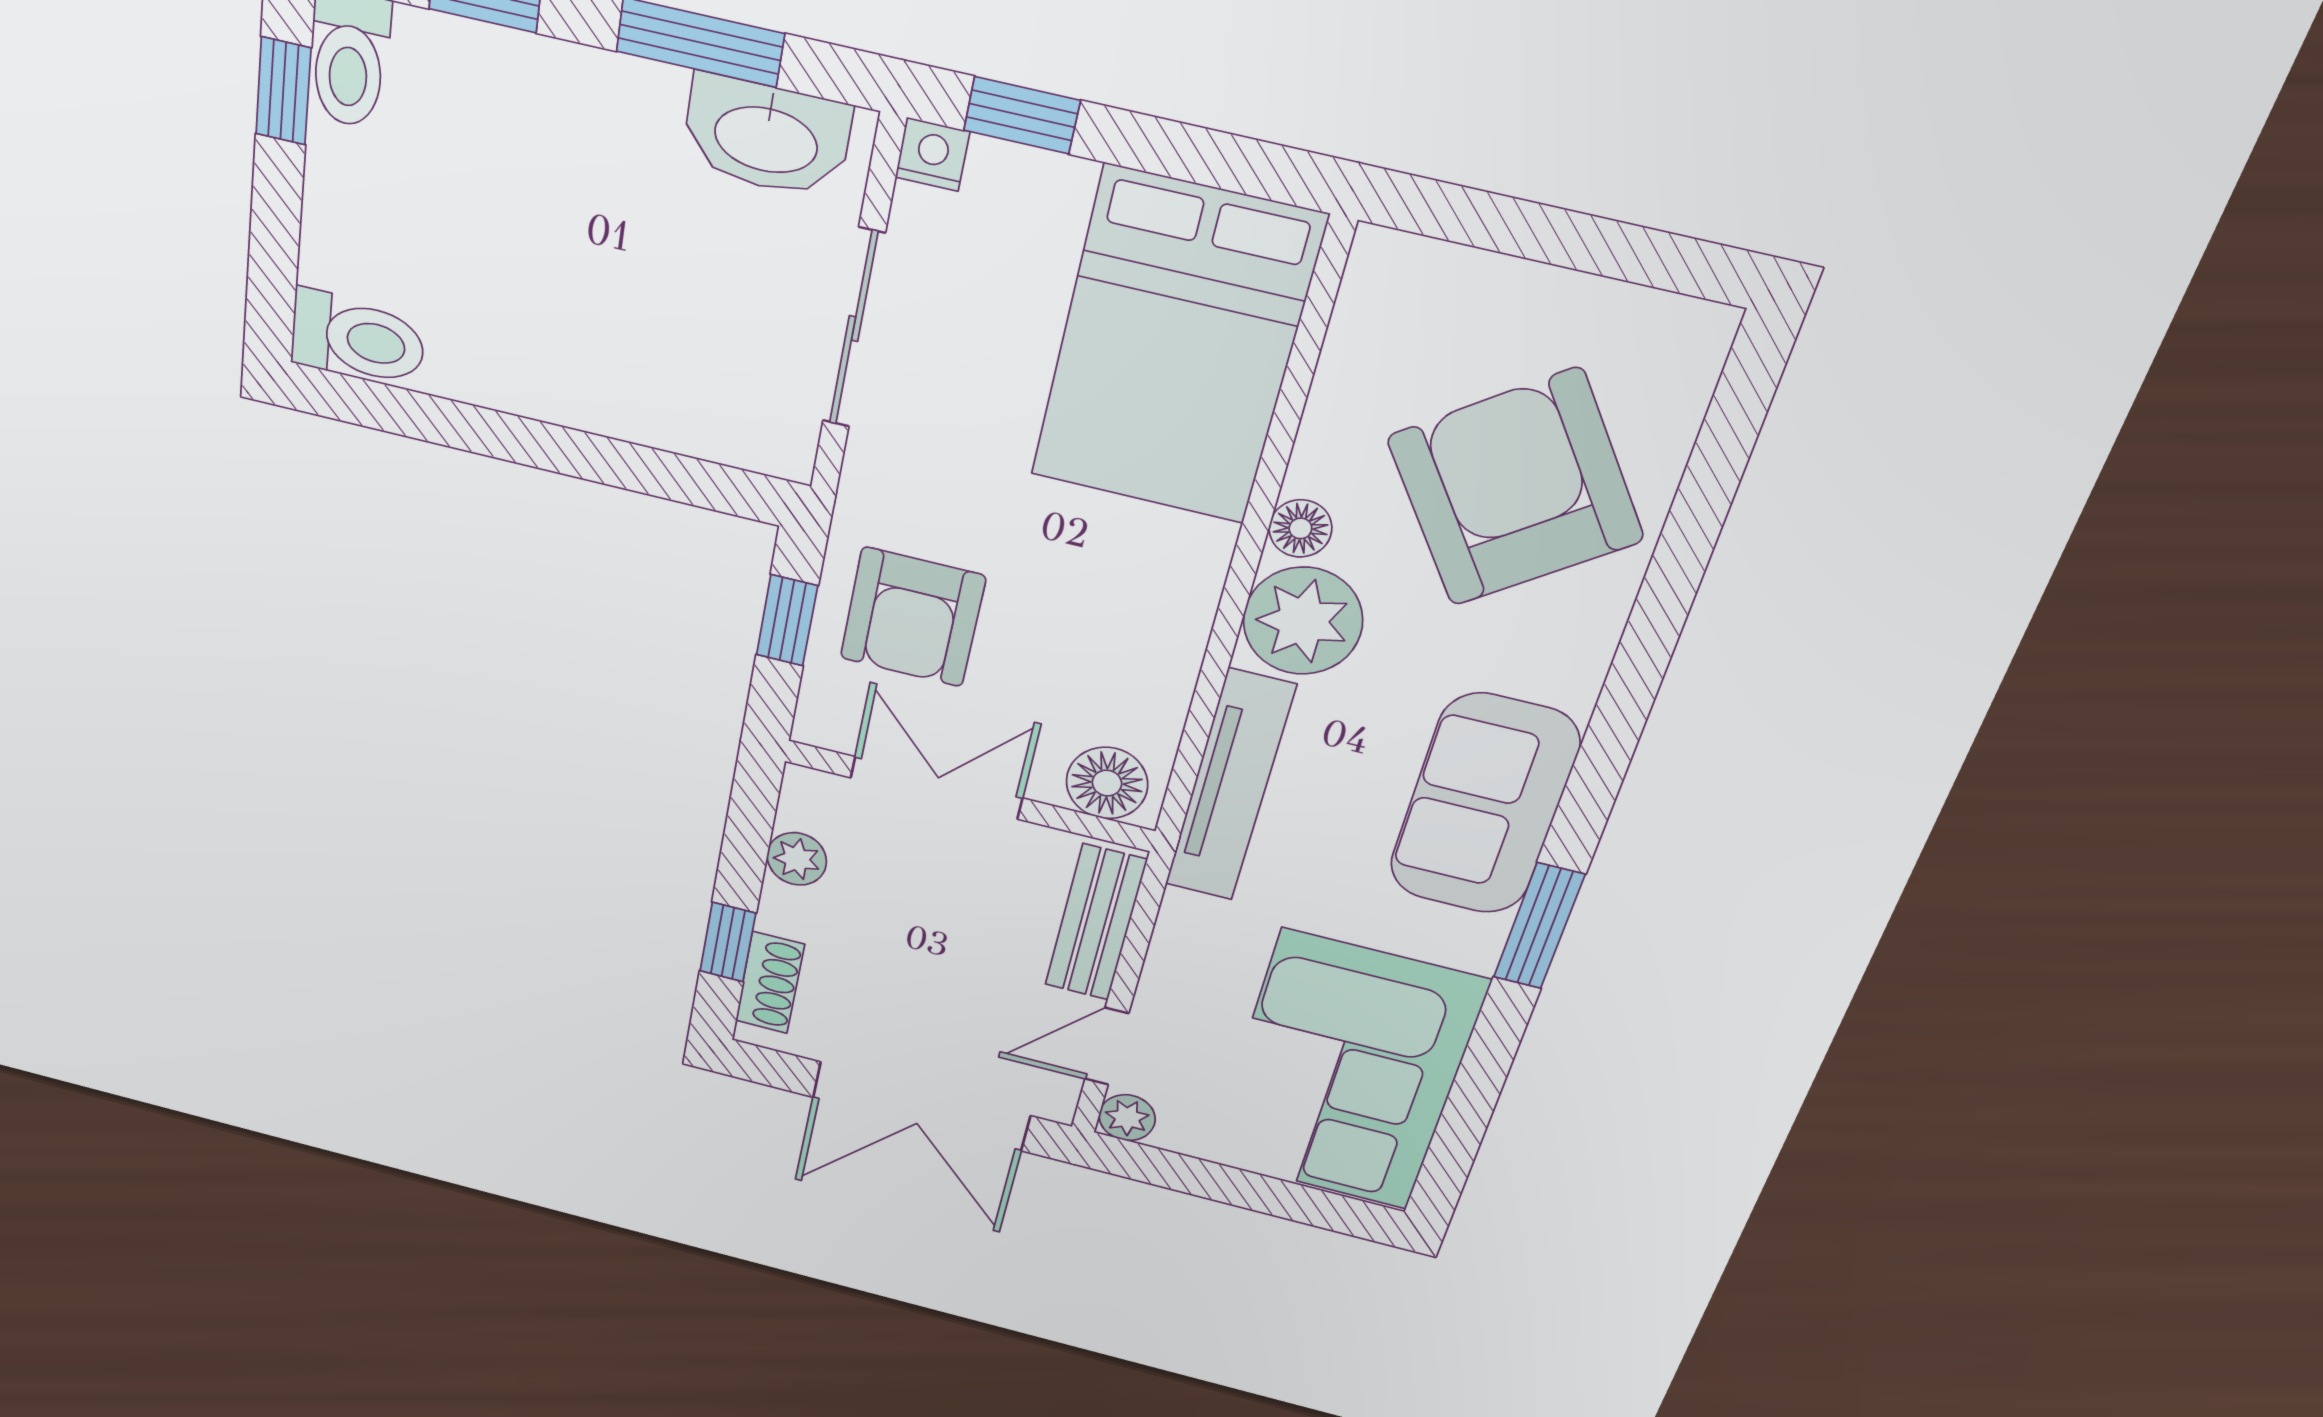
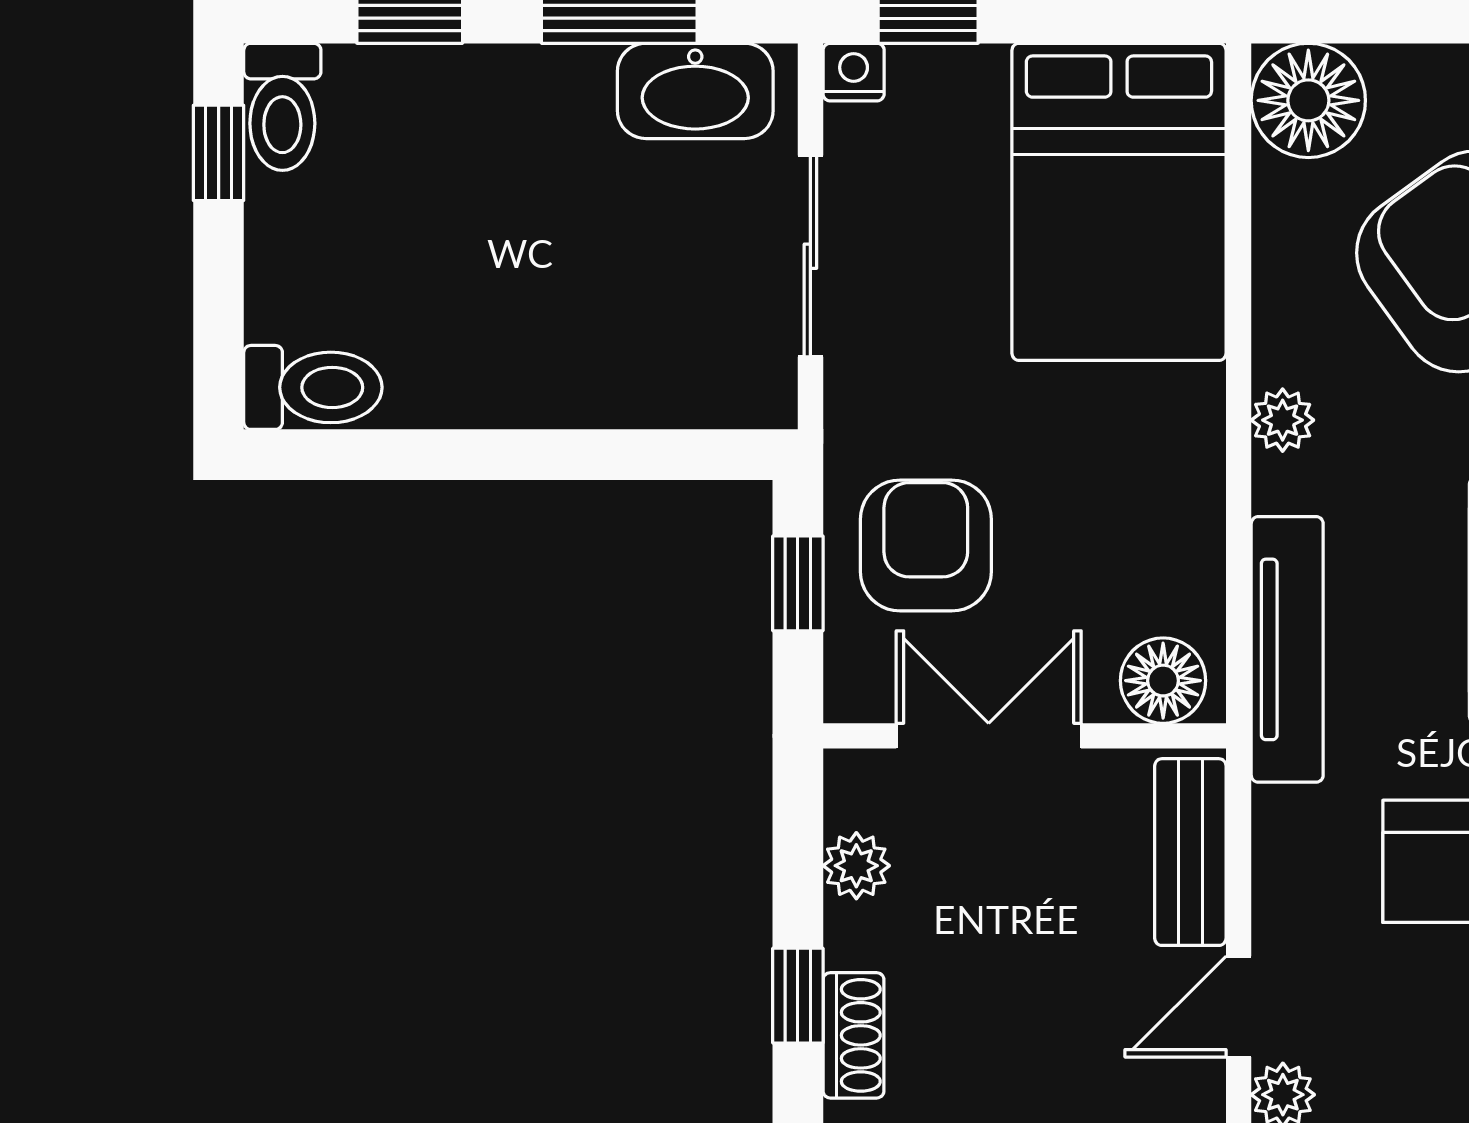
floor lamp: (1300, 528) -> (1308, 100), moved, width x1.89, depth x1.89
armchair: (913, 617) -> (926, 545), turned 180
plant: (1303, 621) -> (1283, 420), width x0.53, depth x0.53

